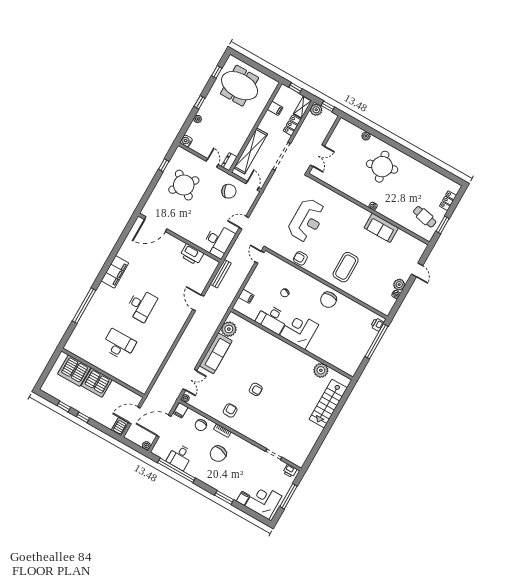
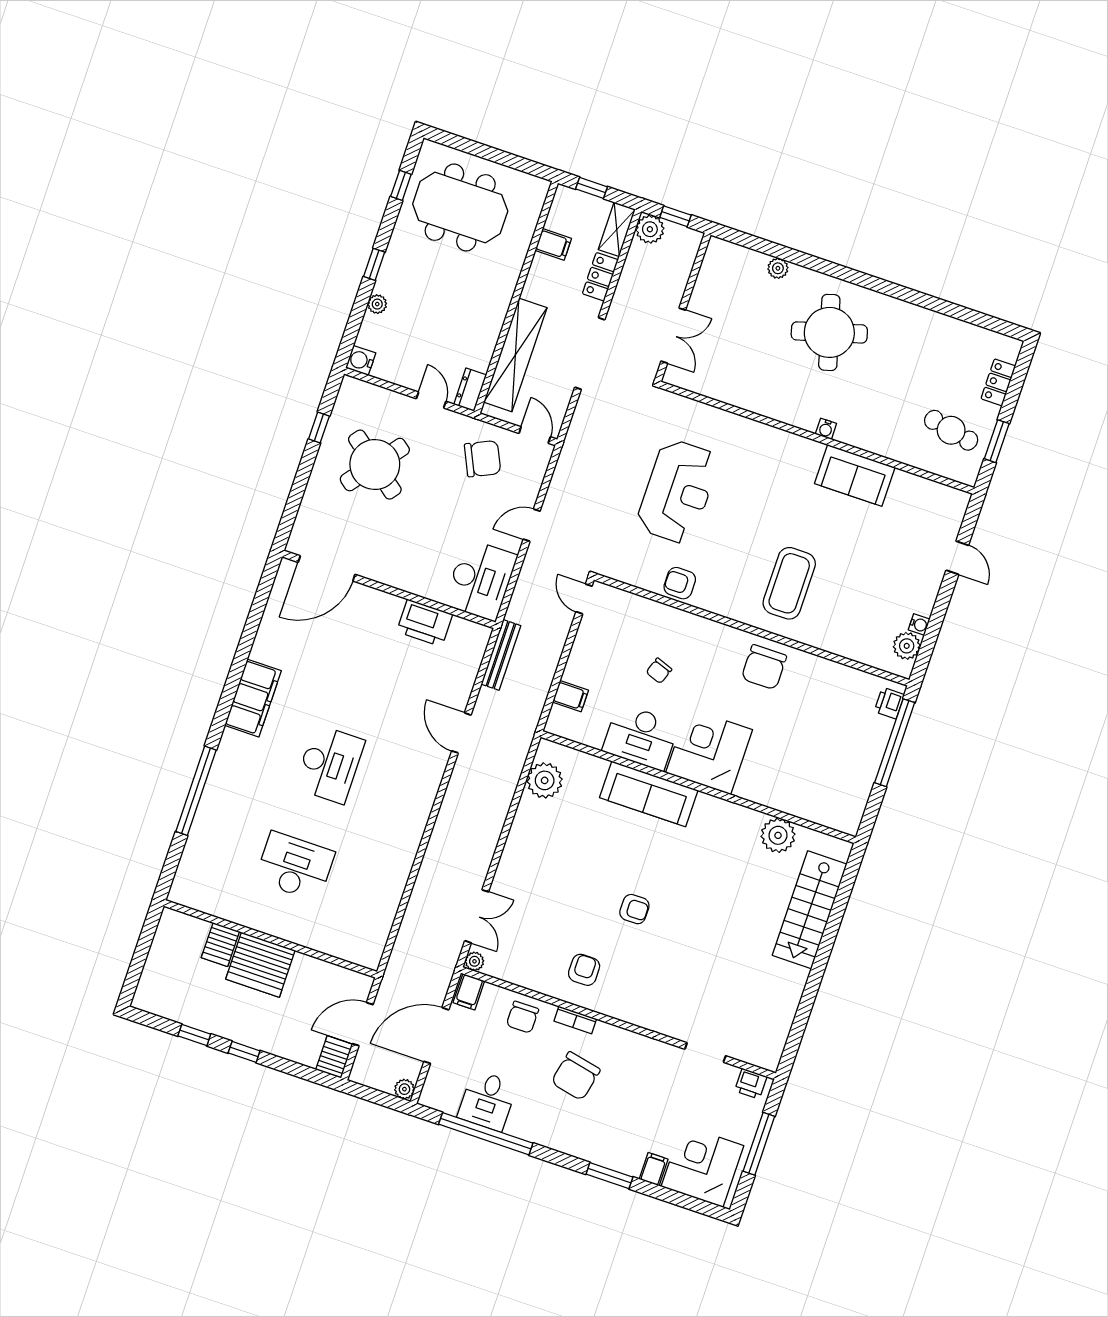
plant: (399, 285) -> (907, 646), moved
sofa: (216, 353) -> (649, 794), moved, turned 90
server rack: (74, 371) -> (220, 945), width x0.46, depth x0.70

